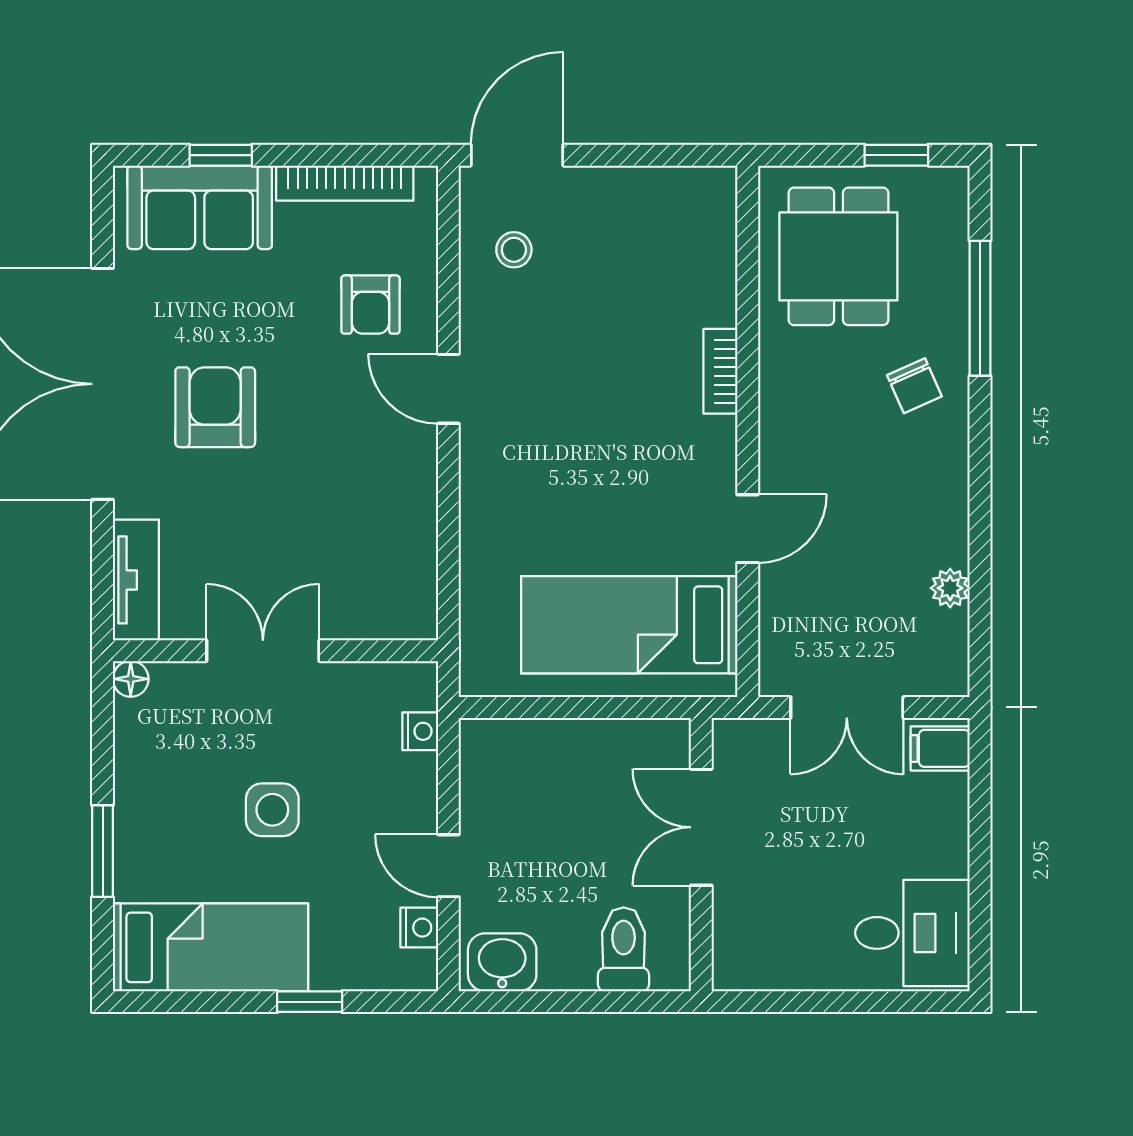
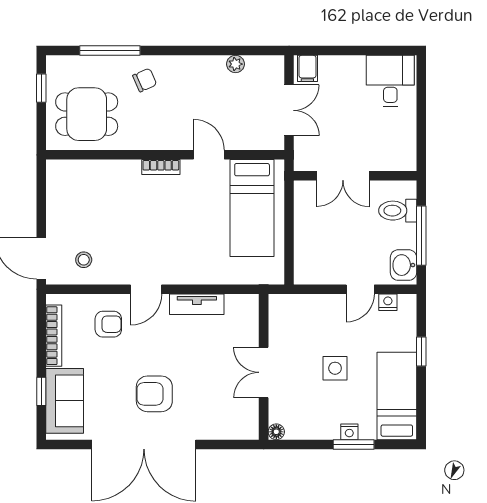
bookcase: (720, 371) -> (161, 167), moved
tv unit: (136, 580) -> (197, 304), moved, turned 180
nightstand: (420, 731) -> (349, 432), moved, turned 180
window: (568, 1002) -> (421, 236), added

